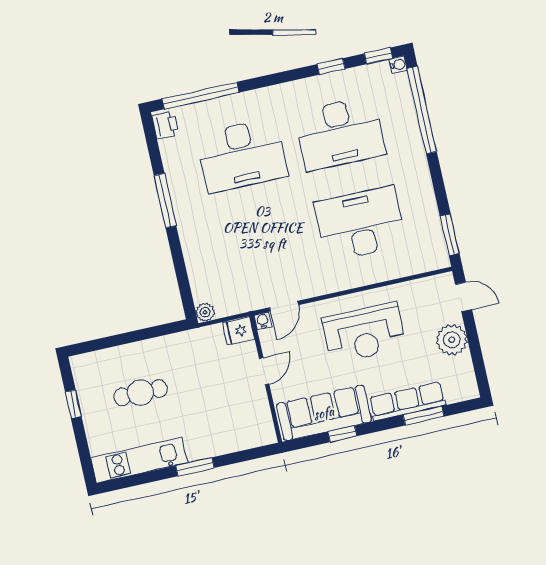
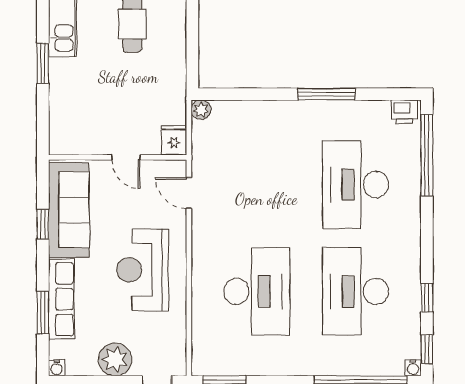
water cooler: (263, 321) -> (57, 368), moved, turned 90

